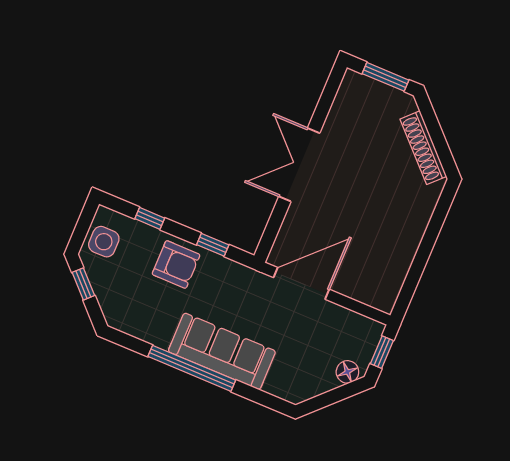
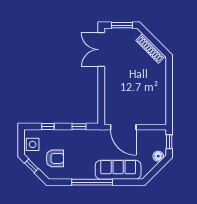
double door: (299, 165) -> (101, 50), moved
armchair: (176, 264) -> (55, 158), moved
door: (301, 283) -> (123, 127), swing flipped
sofa: (222, 351) -> (118, 170), moved

